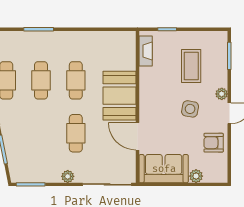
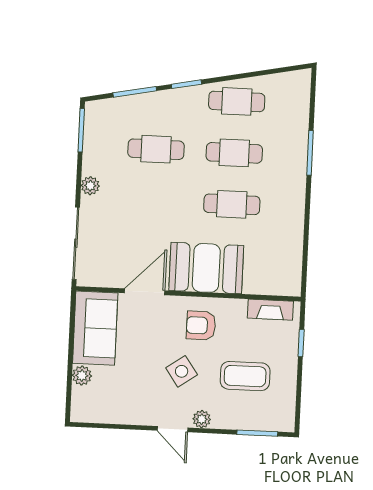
side table: (190, 109) -> (182, 371), turned 45
cafe table: (76, 133) -> (156, 149), moved
armchair: (214, 143) -> (201, 325), moved, turned -90

